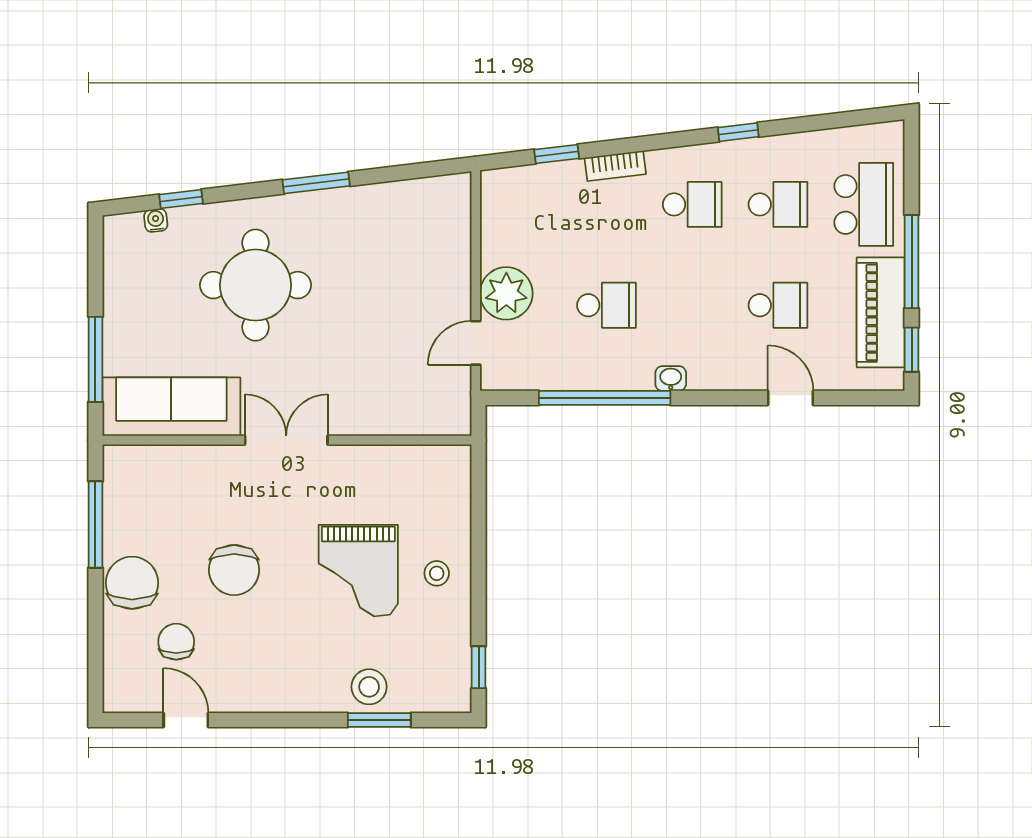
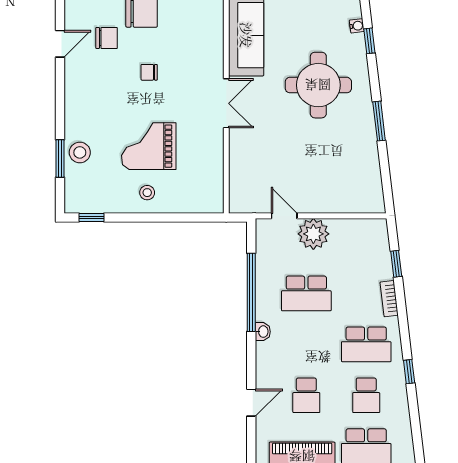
school desk: (692, 204) -> (366, 344), width x1.85
school desk: (607, 305) -> (306, 293), width x1.85
chair: (234, 570) -> (149, 72), width x0.54, depth x0.54

